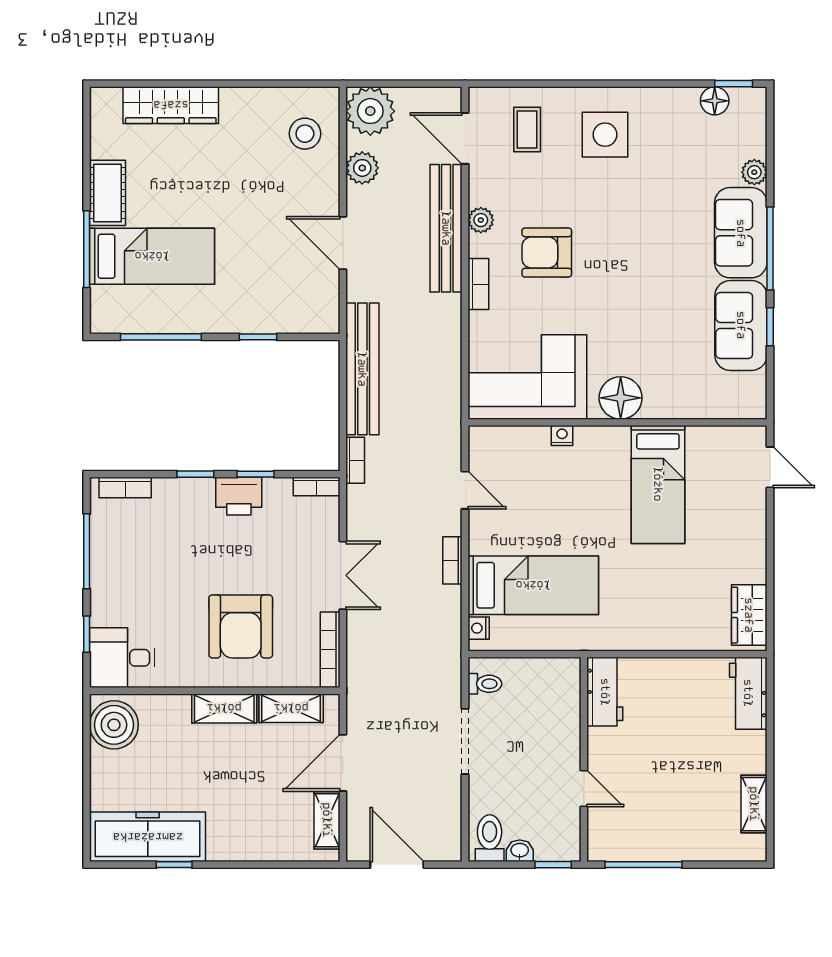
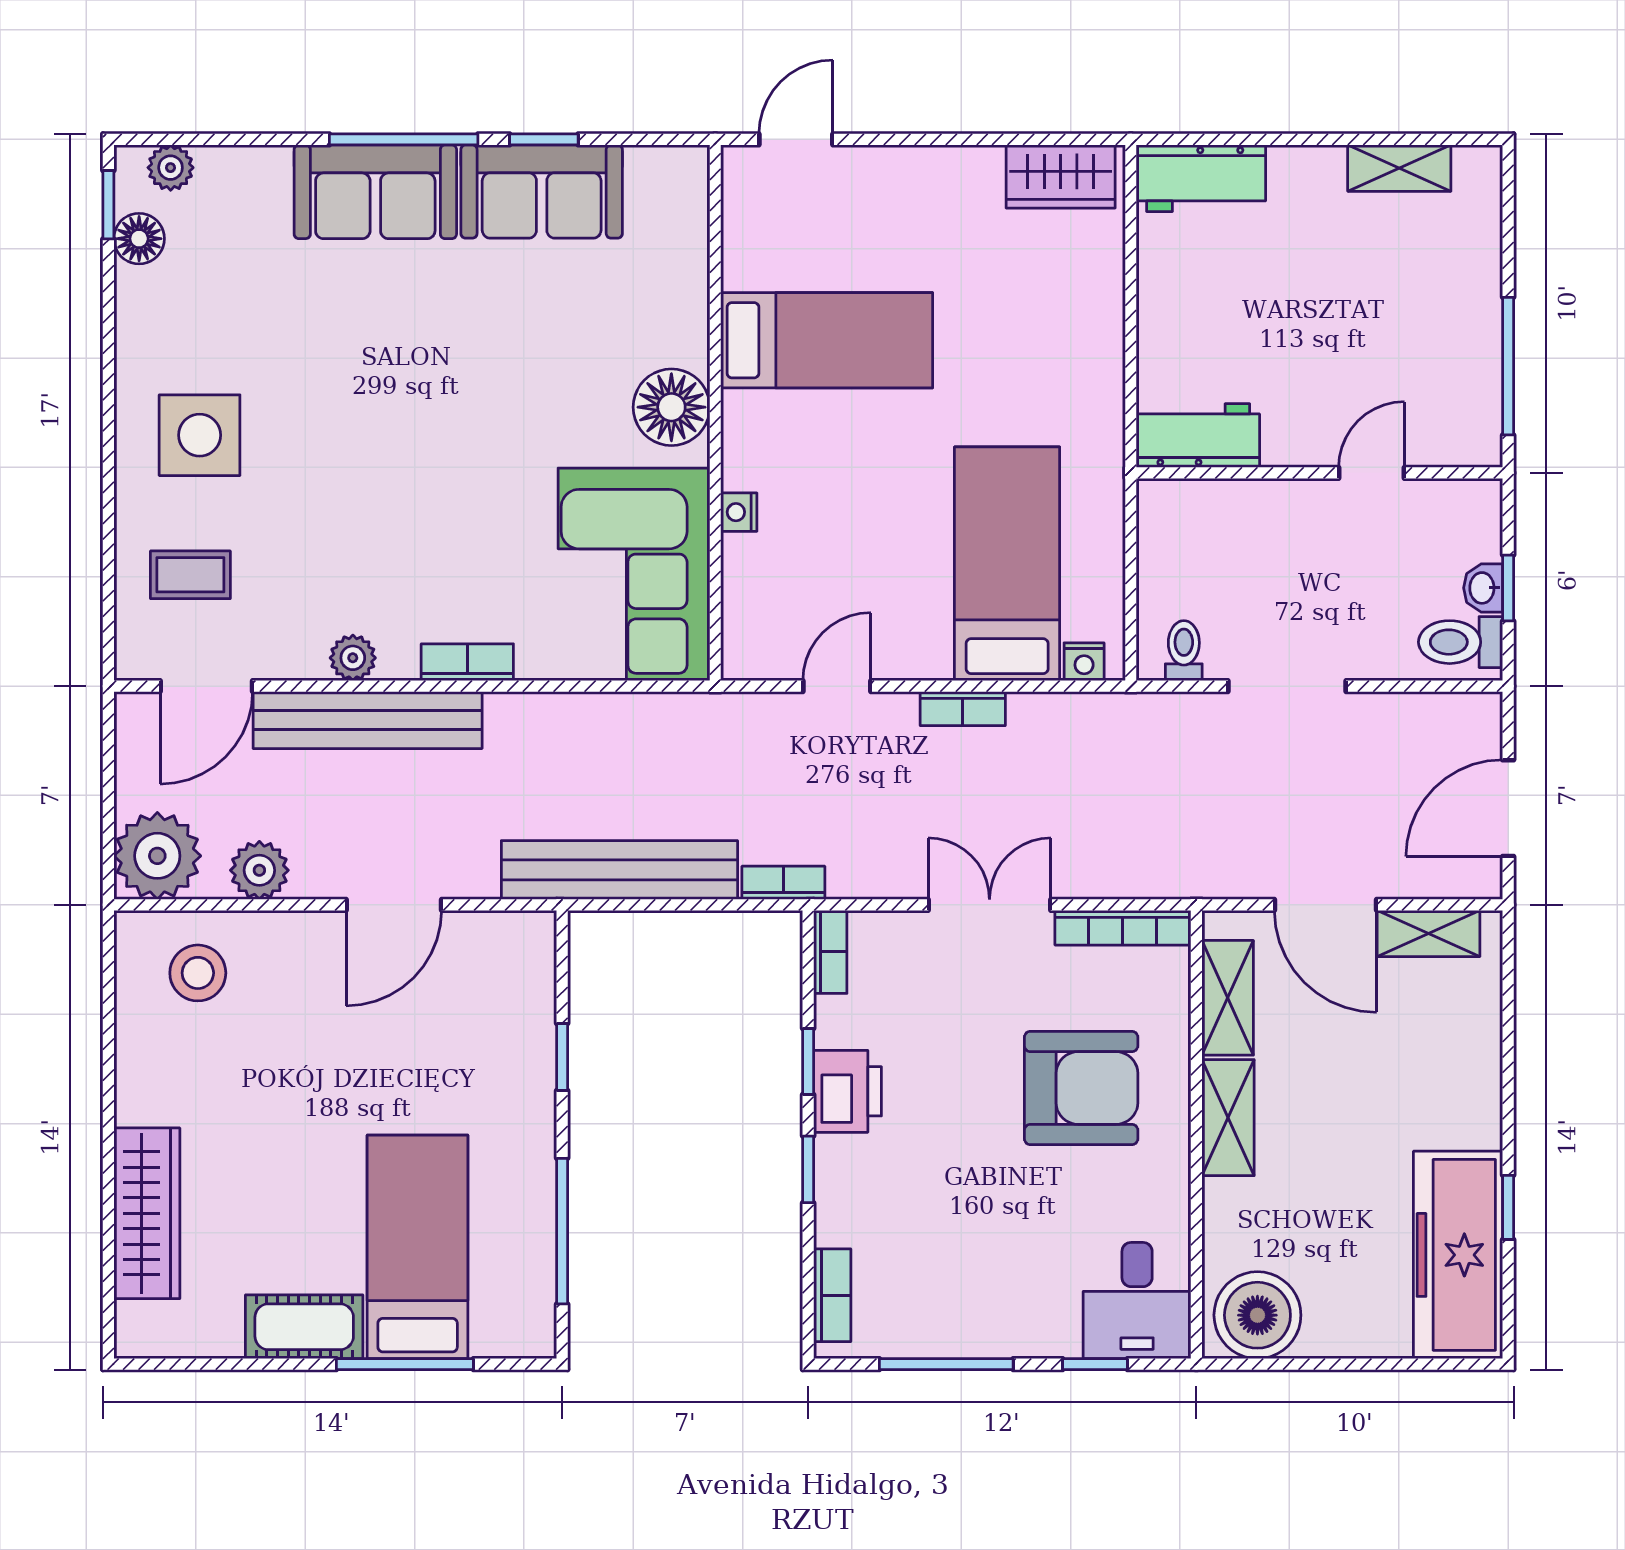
plant: (754, 172) -> (171, 168), moved
armchair: (547, 252) -> (411, 540), removed
window: (553, 865) -> (1508, 588), moved

